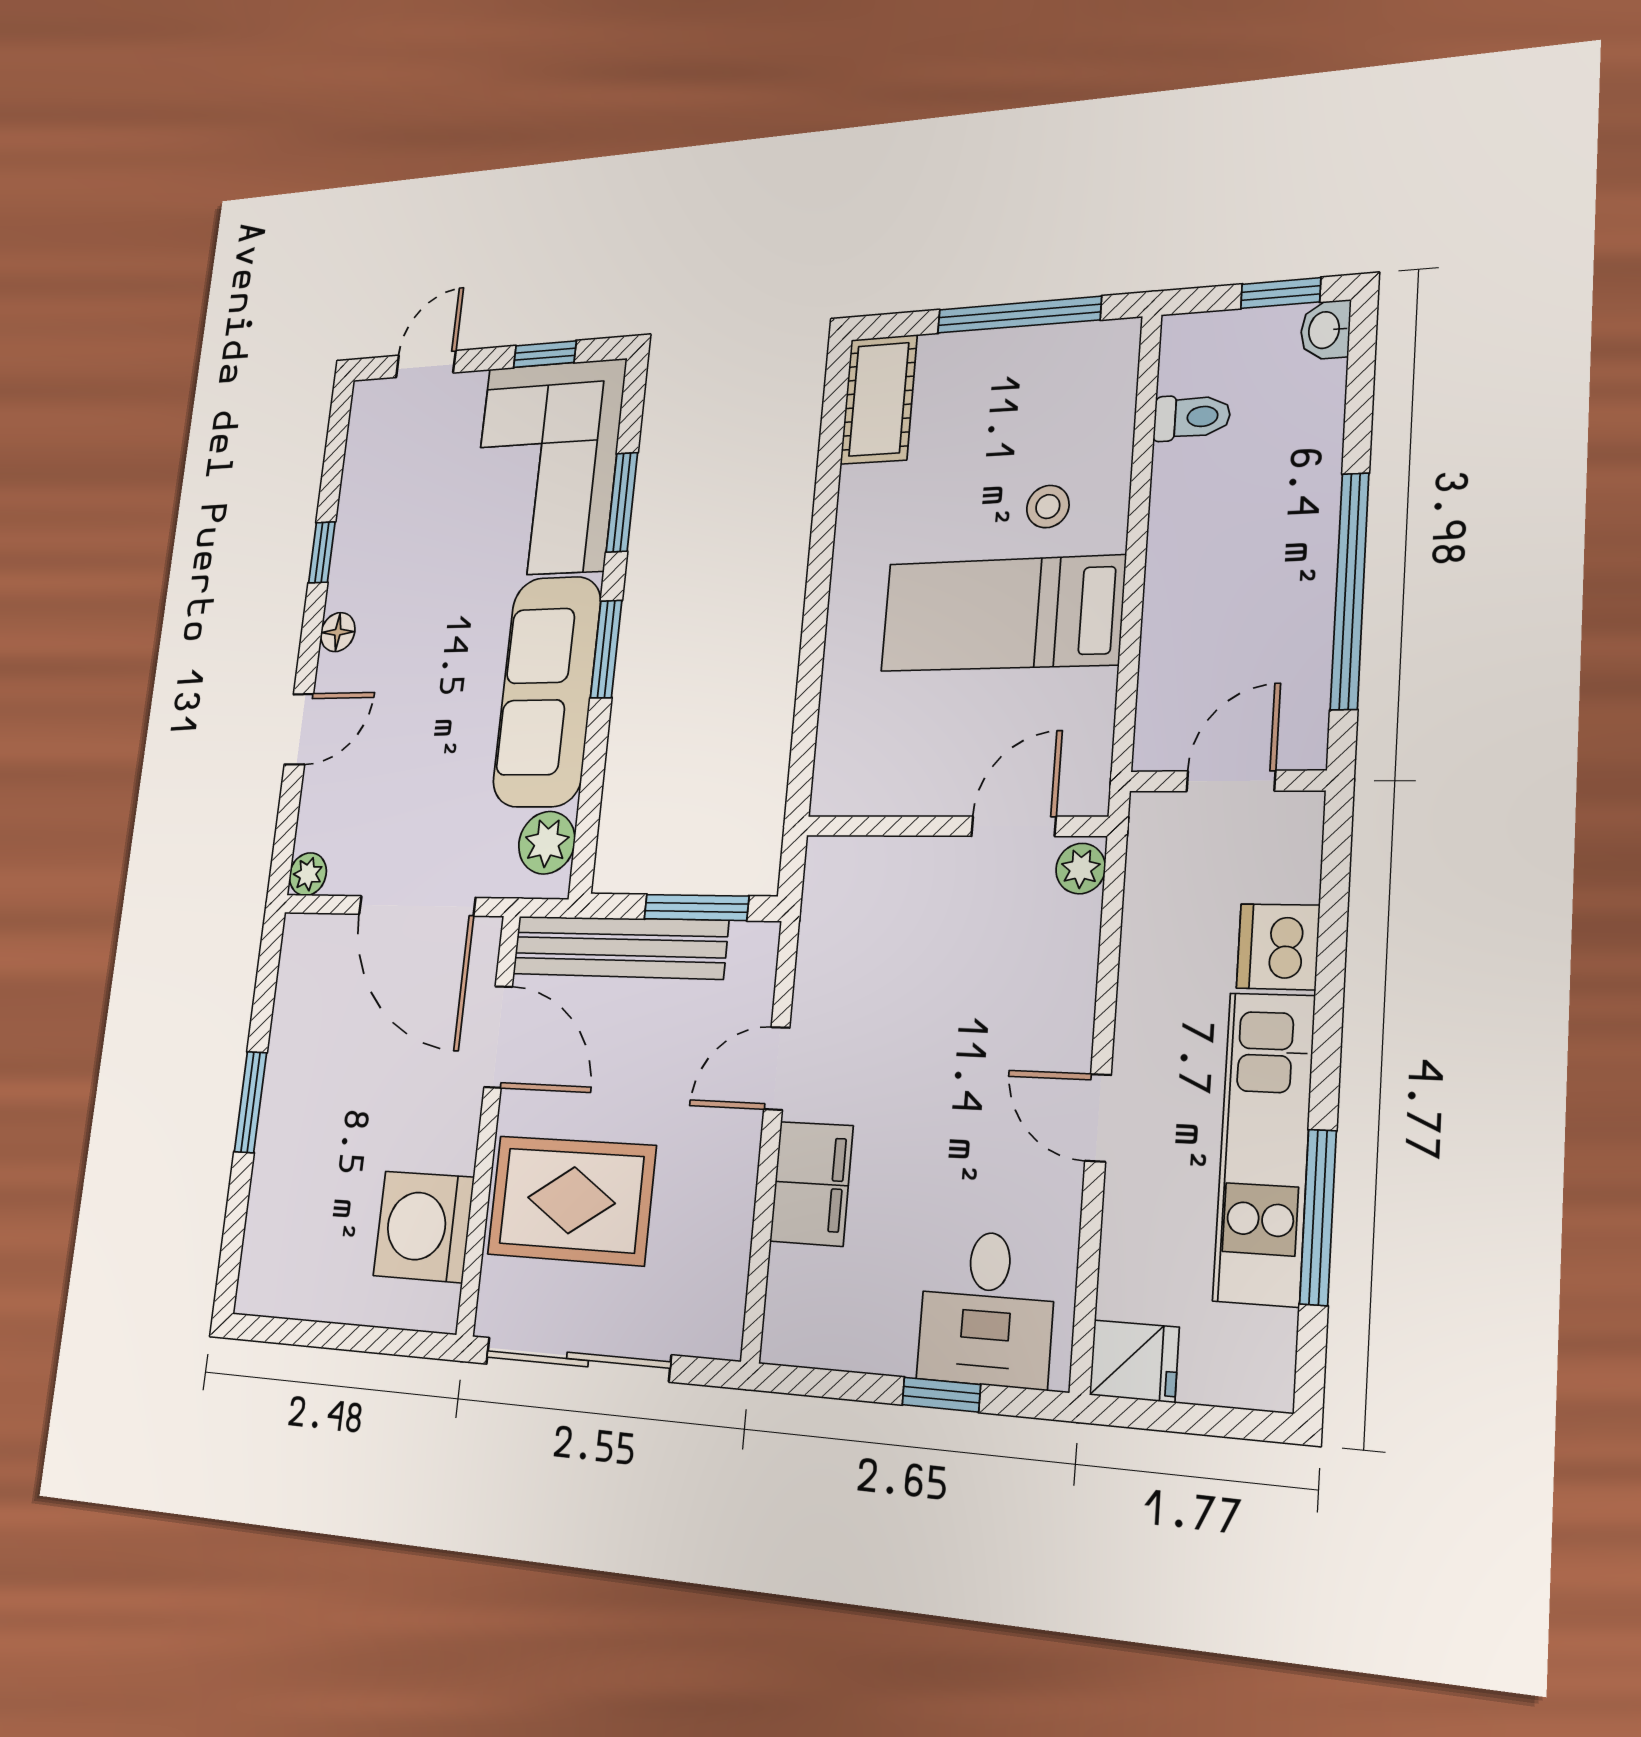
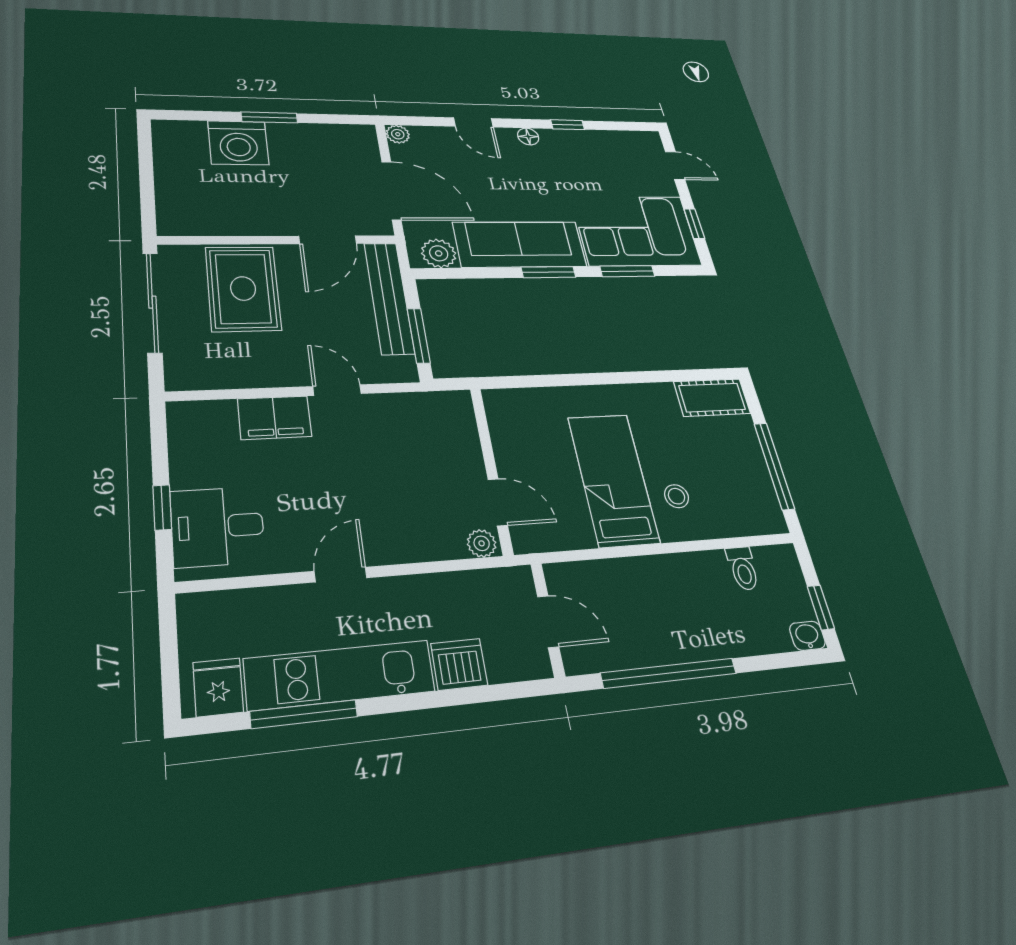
door: (417, 906) -> (391, 191), swing flipped
washing machine: (424, 1227) -> (238, 143), moved, turned 180
fridge: (1134, 1361) -> (218, 687), moved, turned 180

